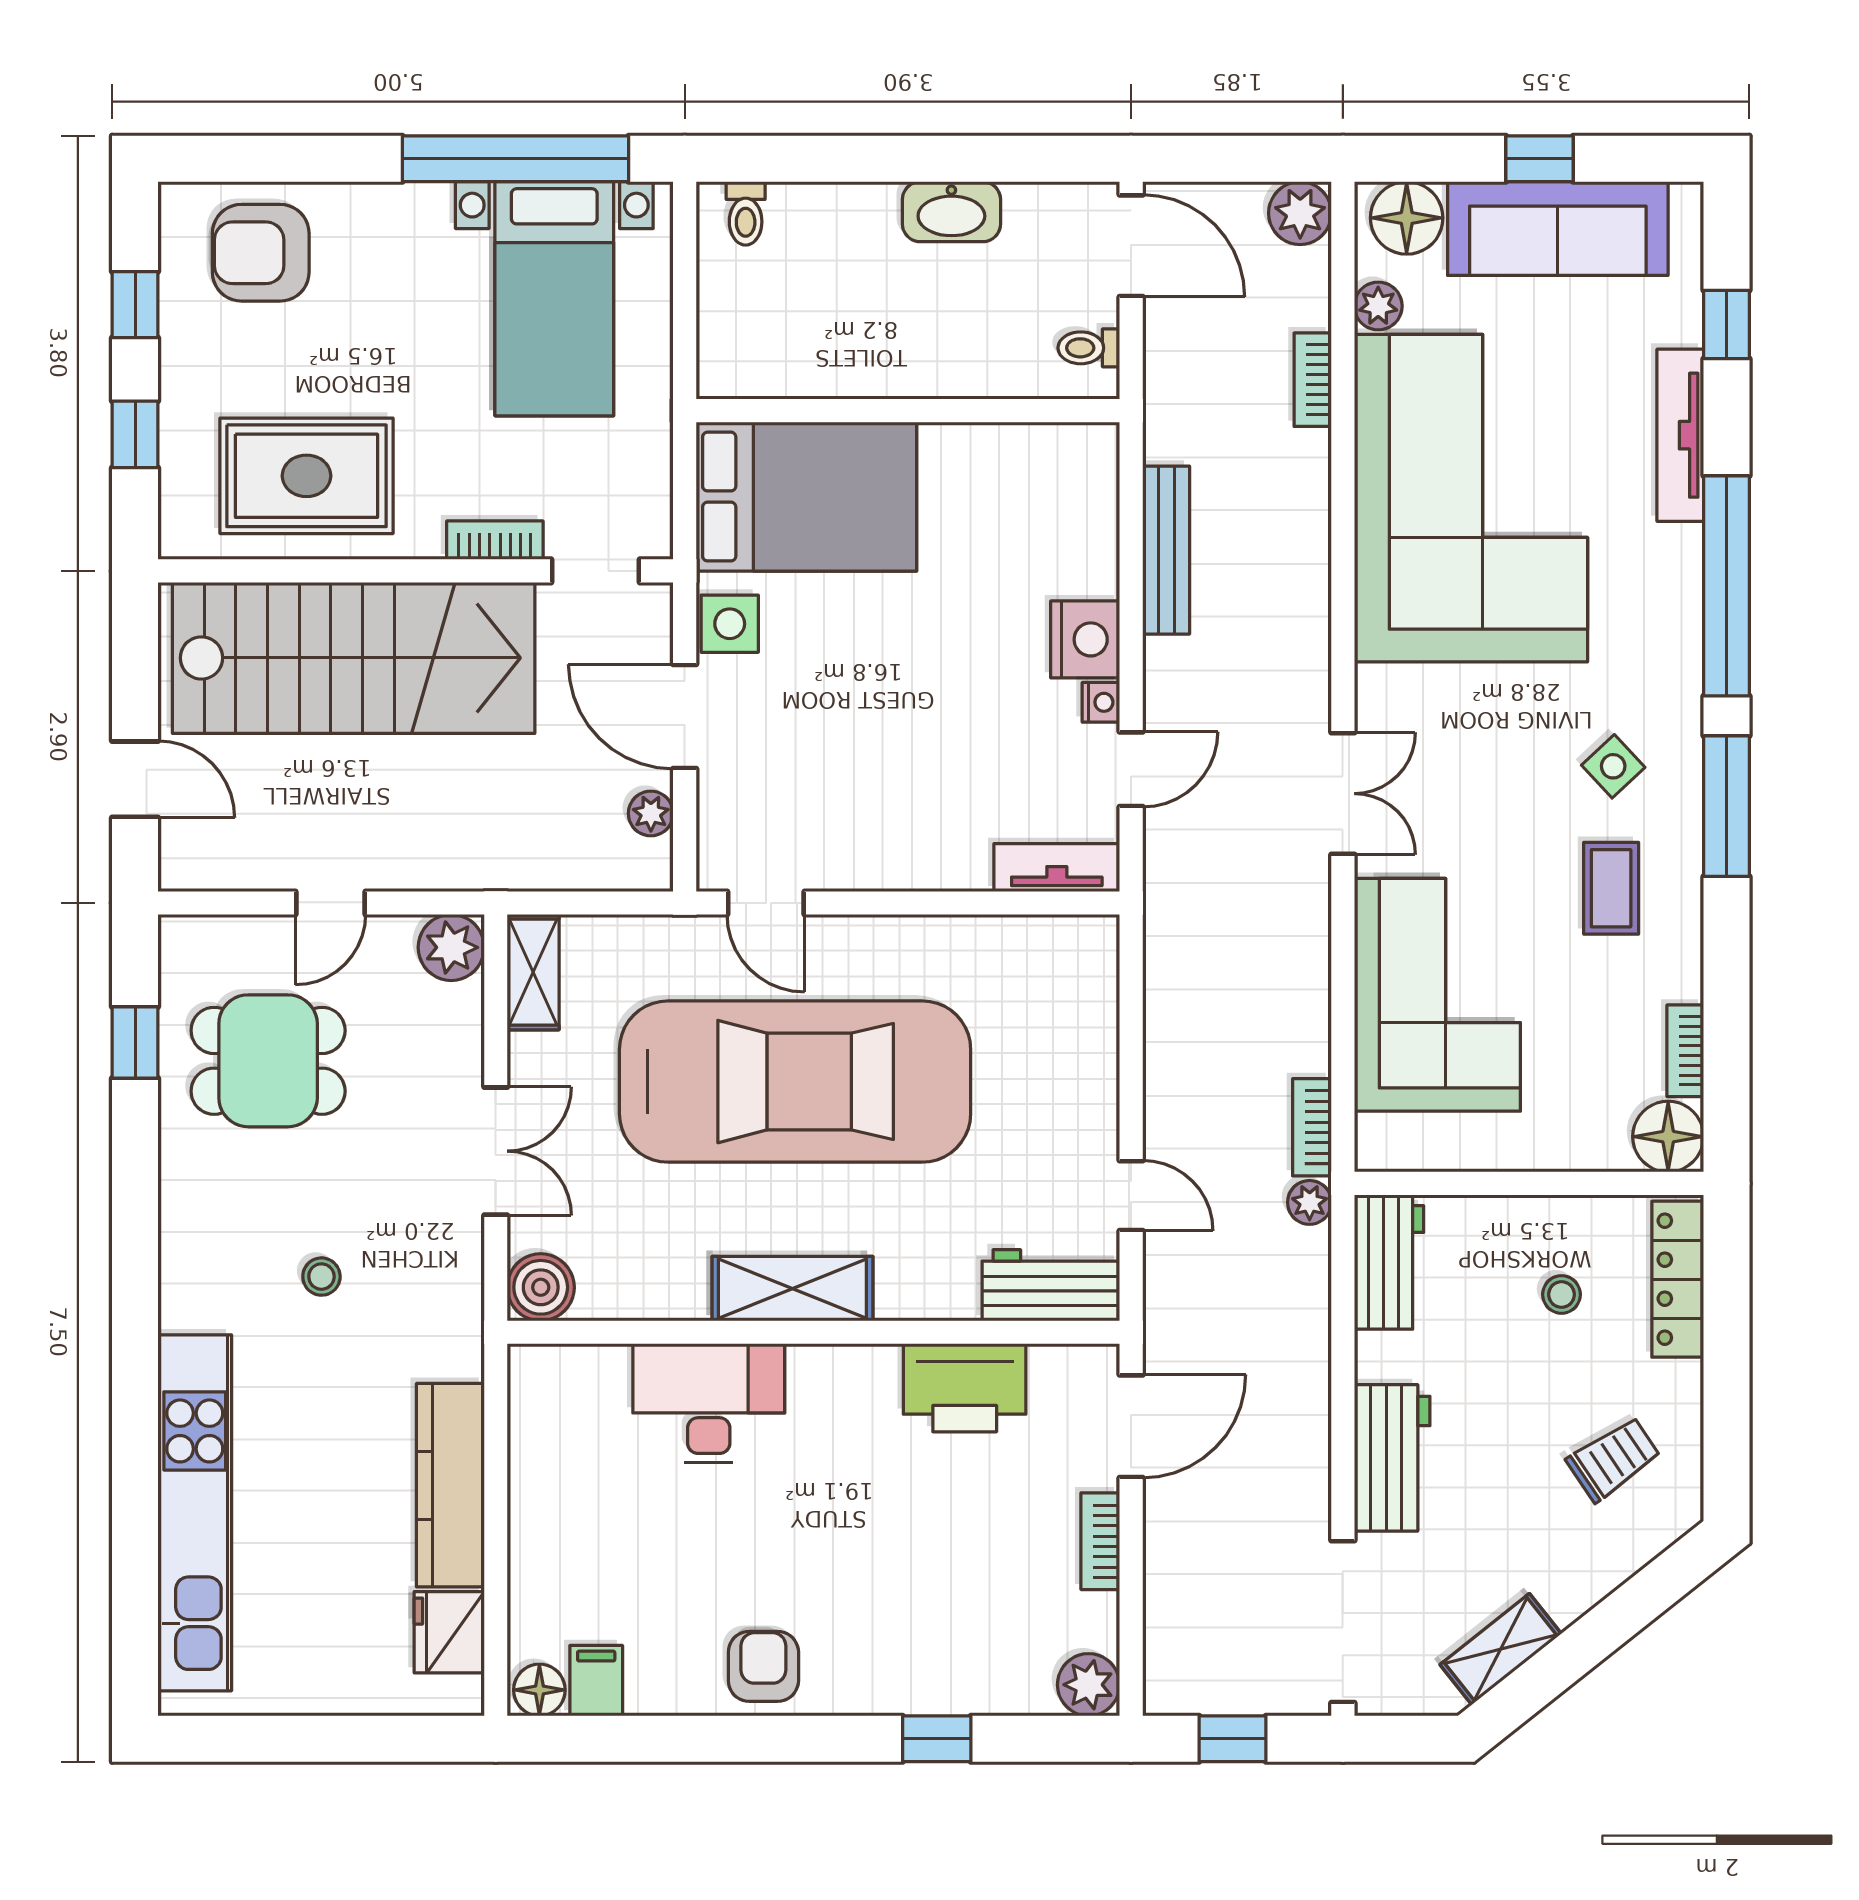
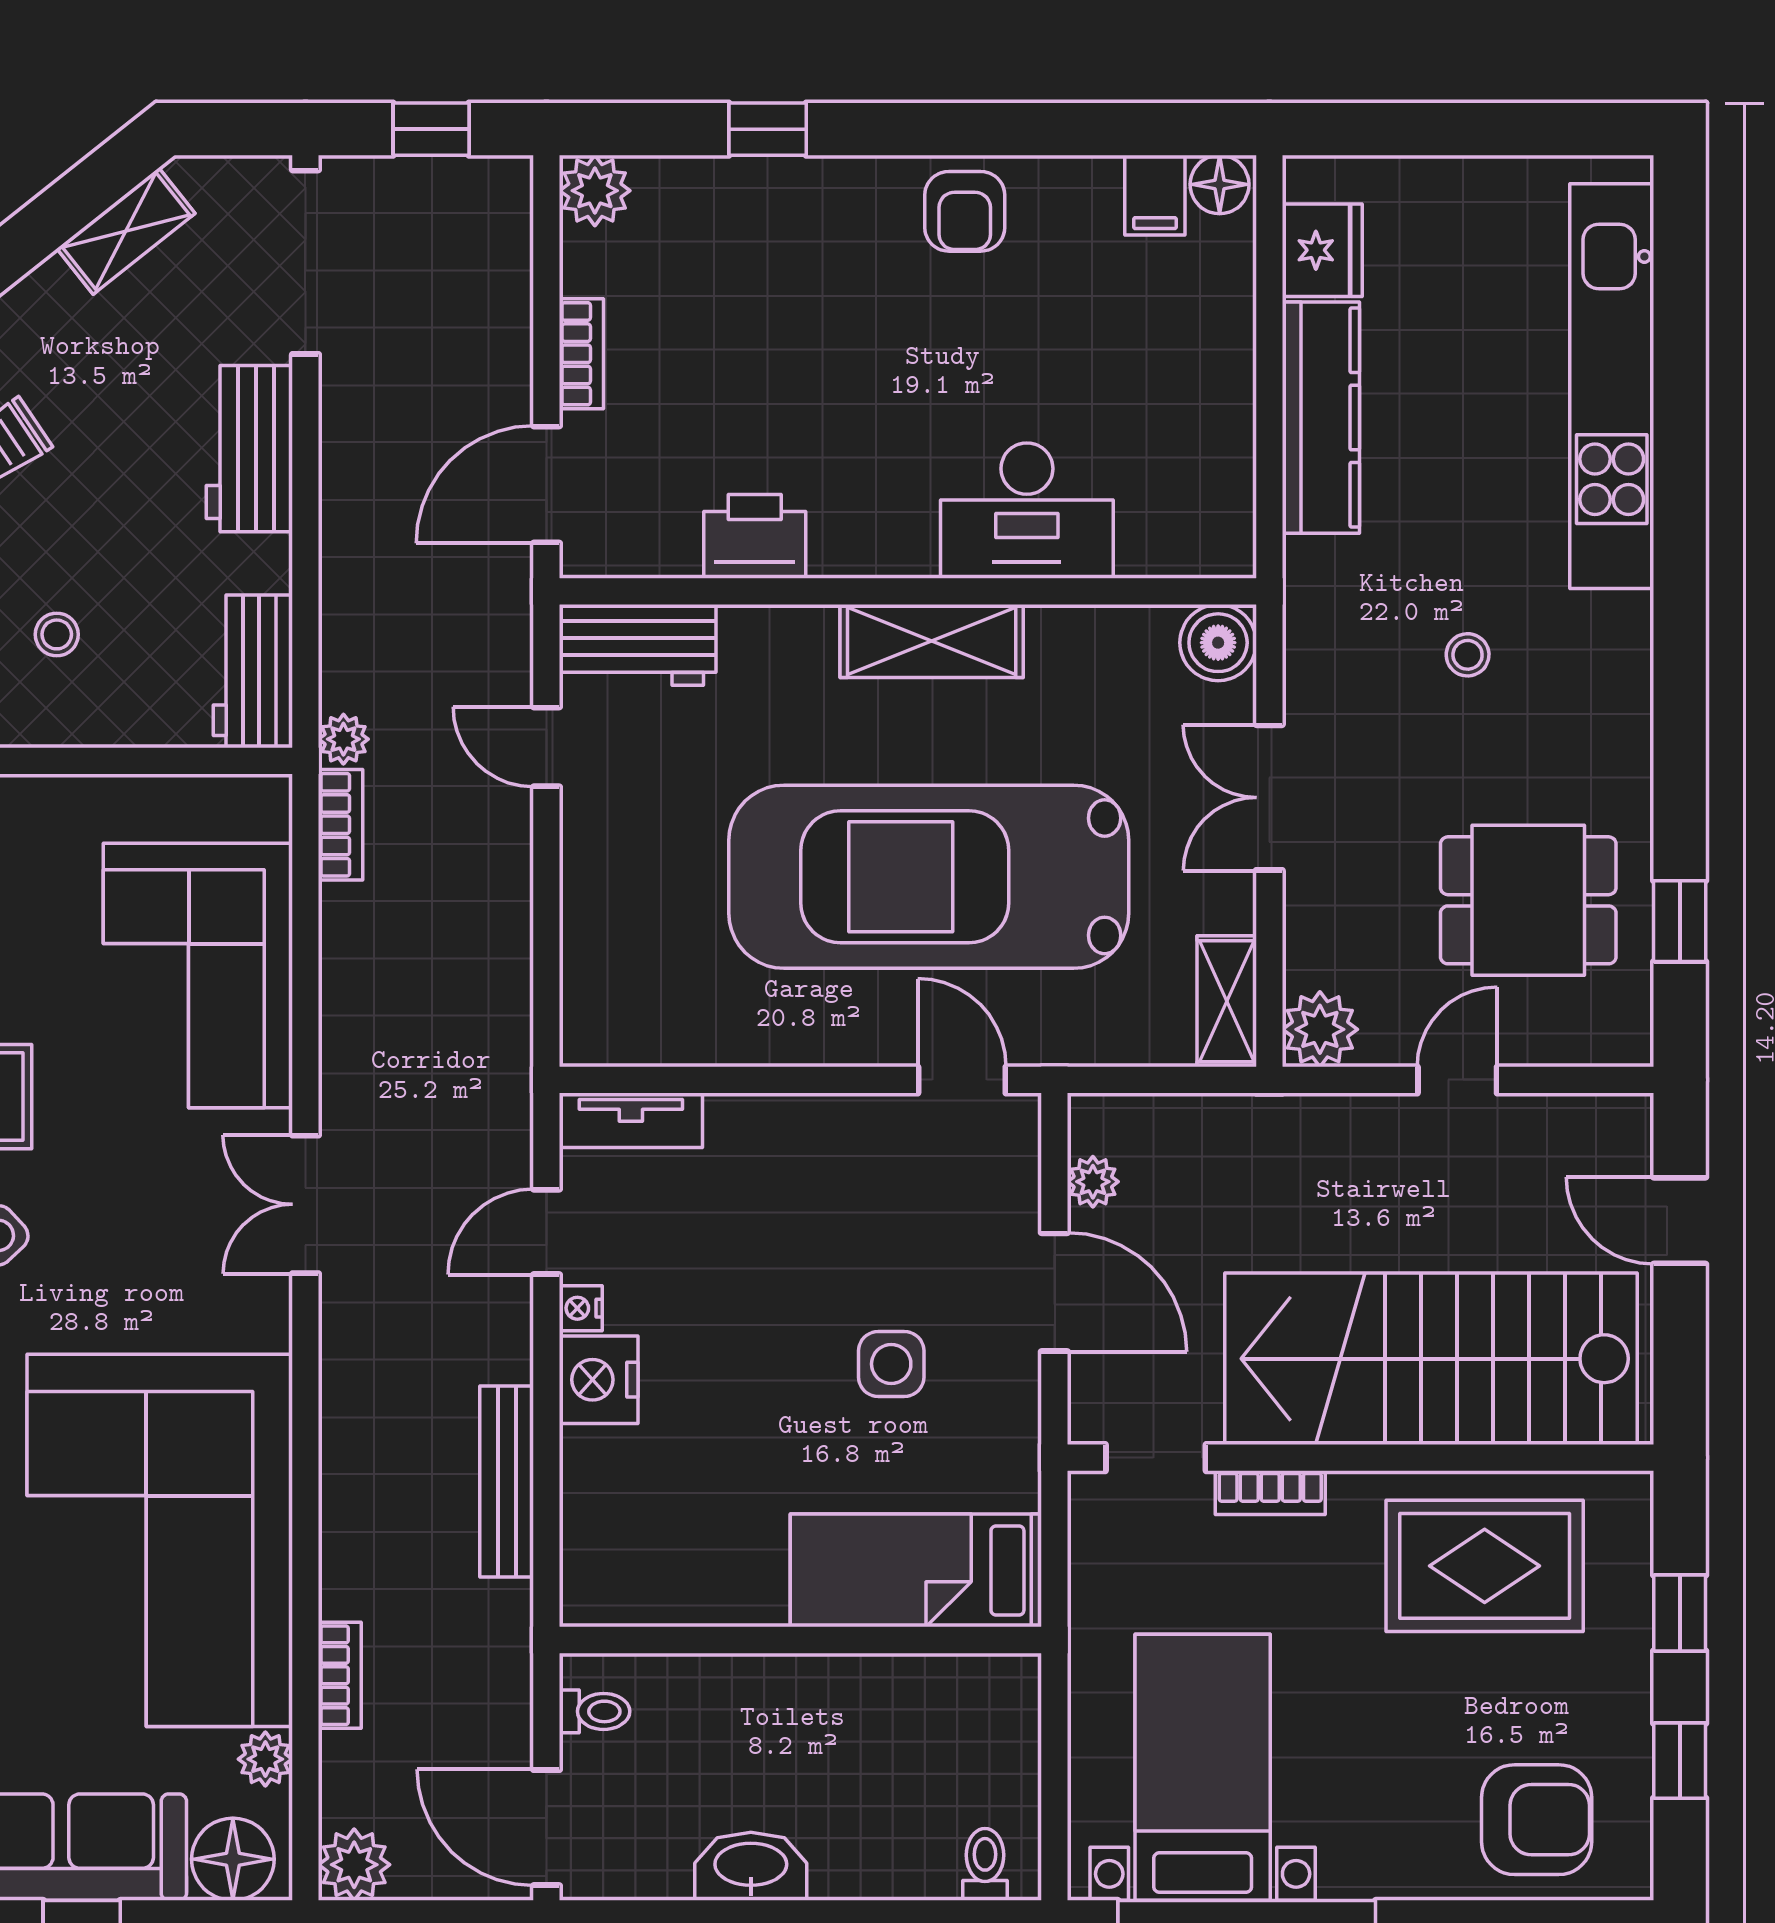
bed: (806, 497) -> (916, 1570), width x0.67
side table: (730, 624) -> (891, 1364), moved
printer: (965, 1388) -> (755, 536), width x0.73, depth x0.84

